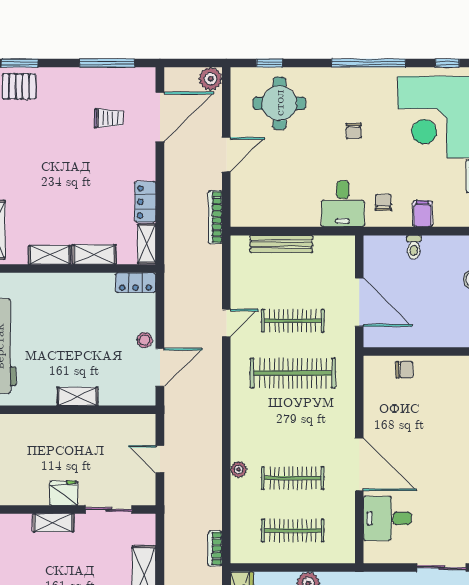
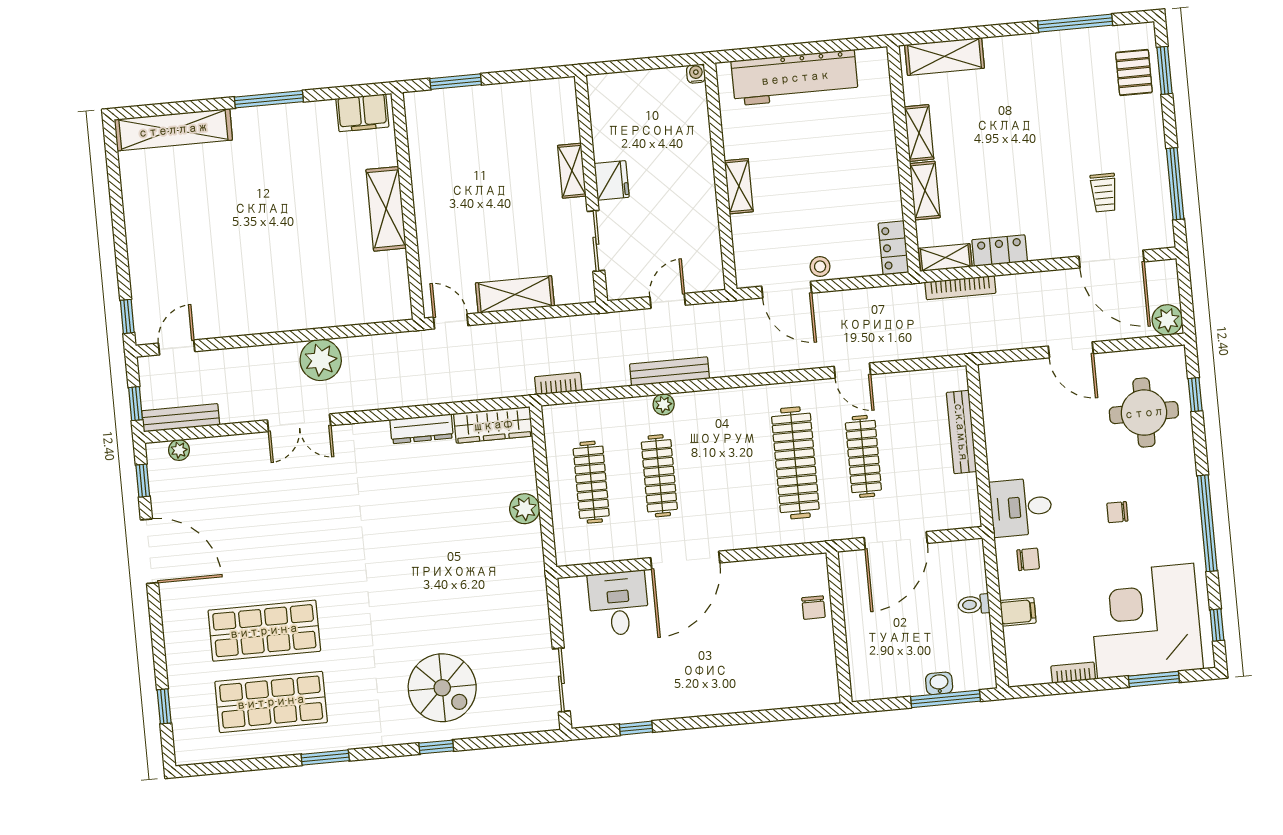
bookcase: (215, 217) -> (960, 288), moved, turned 180
bench: (214, 463) -> (669, 371), added

